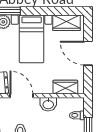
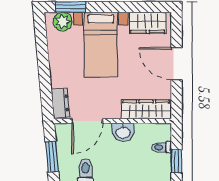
wardrobe: (65, 87) -> (146, 109), width x1.50
door: (22, 96) -> (87, 121), swing flipped

